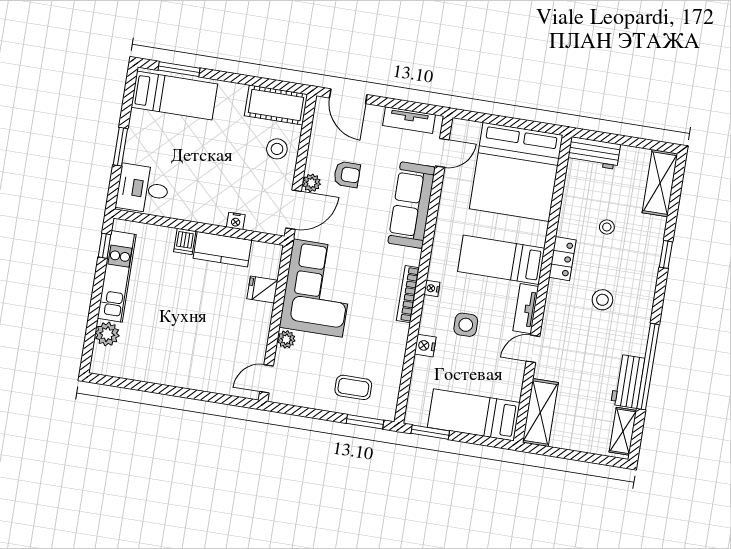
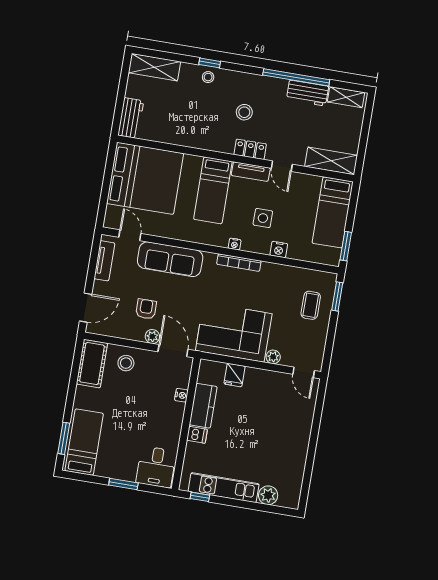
stool: (607, 227) -> (208, 77), moved
locker: (562, 259) -> (250, 149), moved

